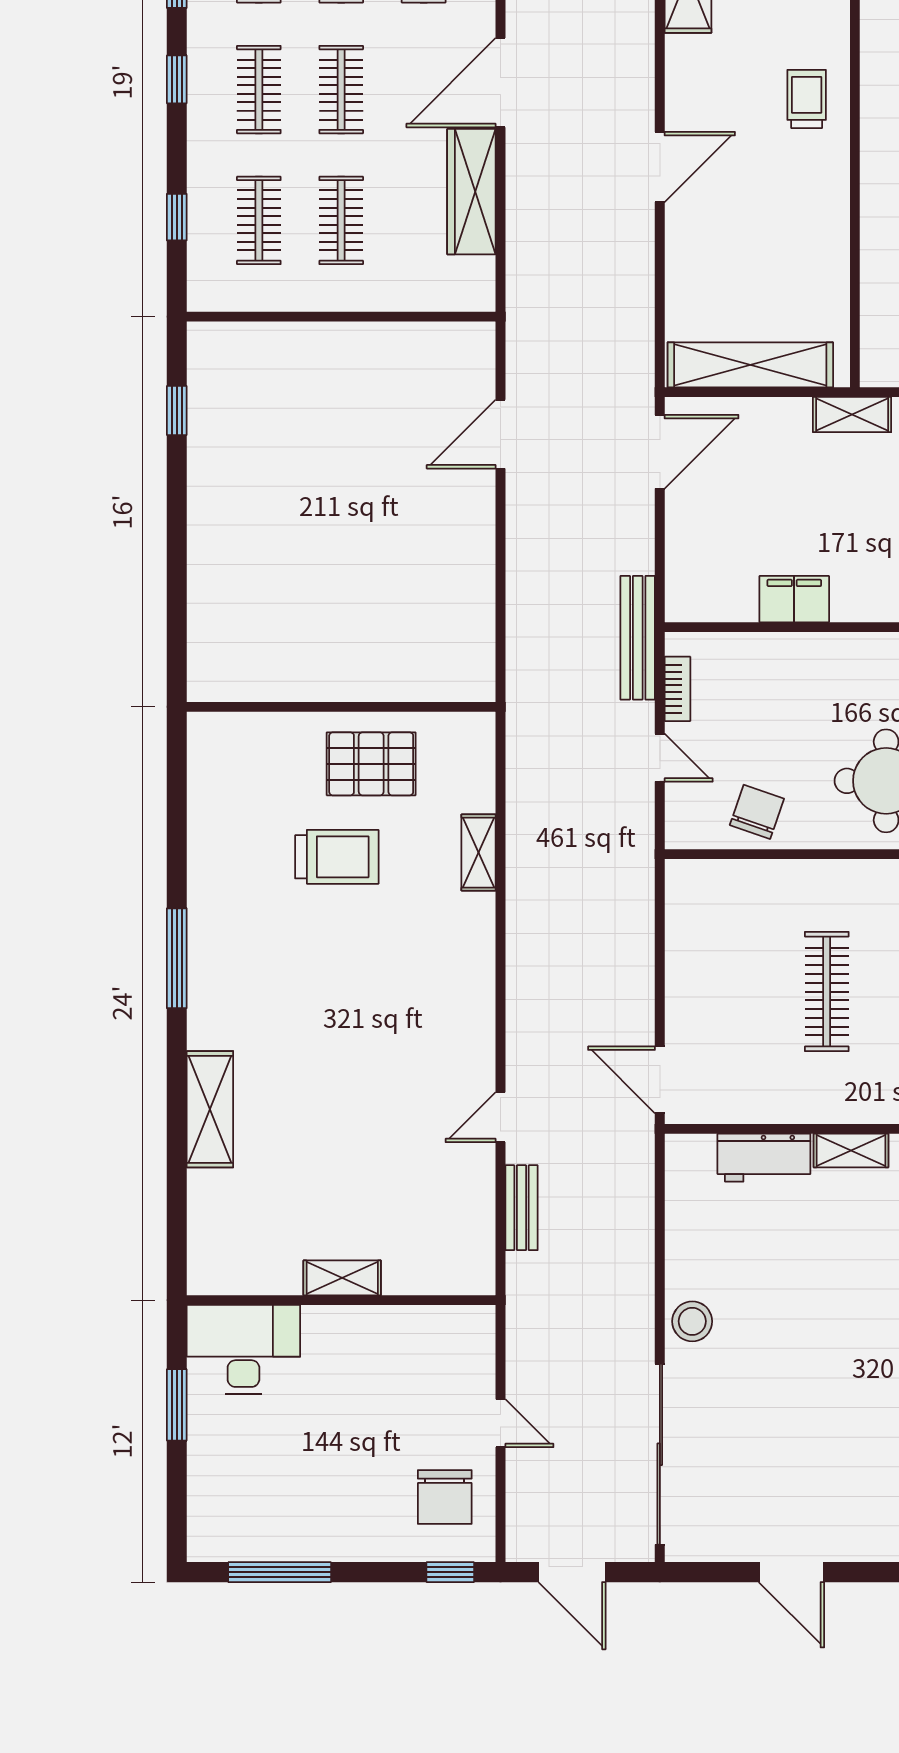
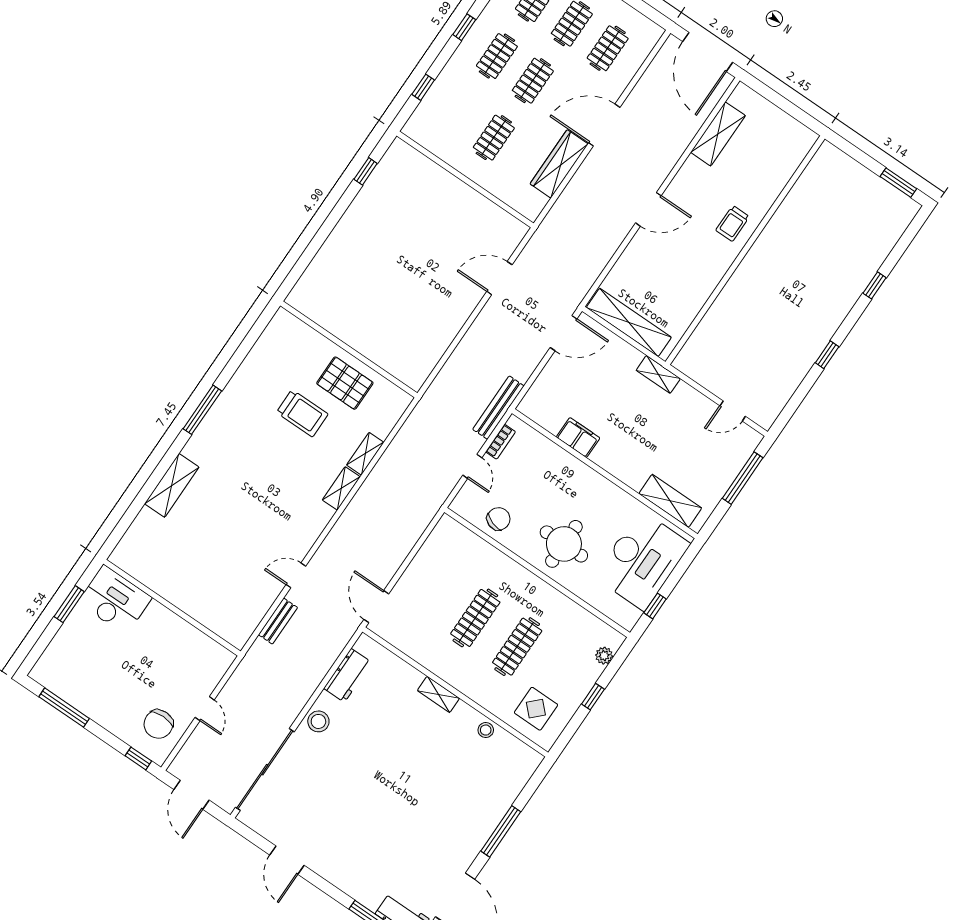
trolley: (807, 99) -> (733, 223), turned 180
clothes rail: (259, 220) -> (458, 113), removed
workbench: (764, 1158) -> (348, 675), moved, turned -90
shelving: (342, 1278) -> (341, 488), moved, turned 90

